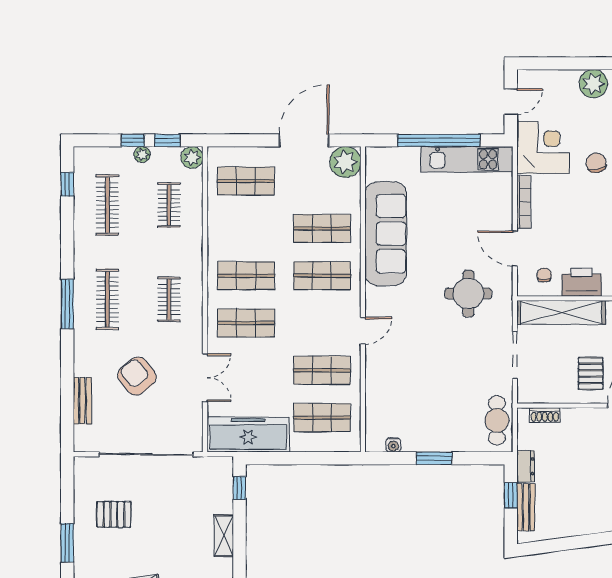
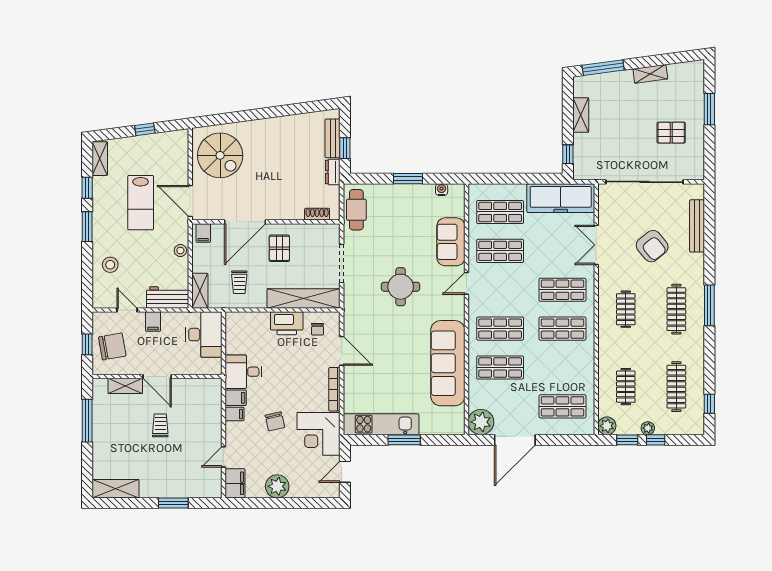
window: (439, 140) -> (404, 440), width x0.47
round table: (468, 294) -> (401, 287), moved
sofa: (382, 381) -> (451, 242), added
bench: (82, 401) -> (697, 226), width x1.36

